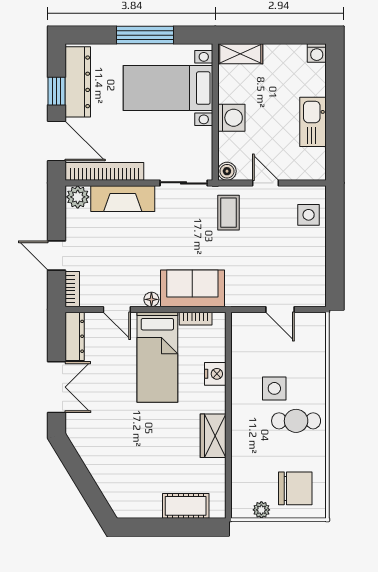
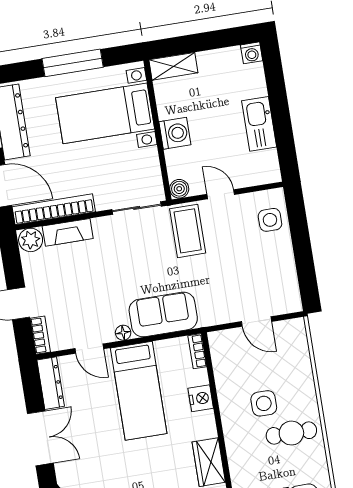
fireplace: (123, 199) -> (68, 232), width x0.73, depth x0.76
coffee table: (229, 213) -> (188, 231), width x1.36, depth x1.30
bookcase: (196, 319) -> (197, 351), moved, turned 90

